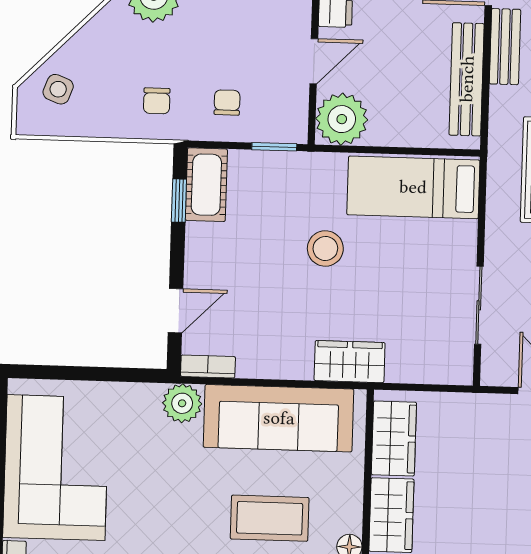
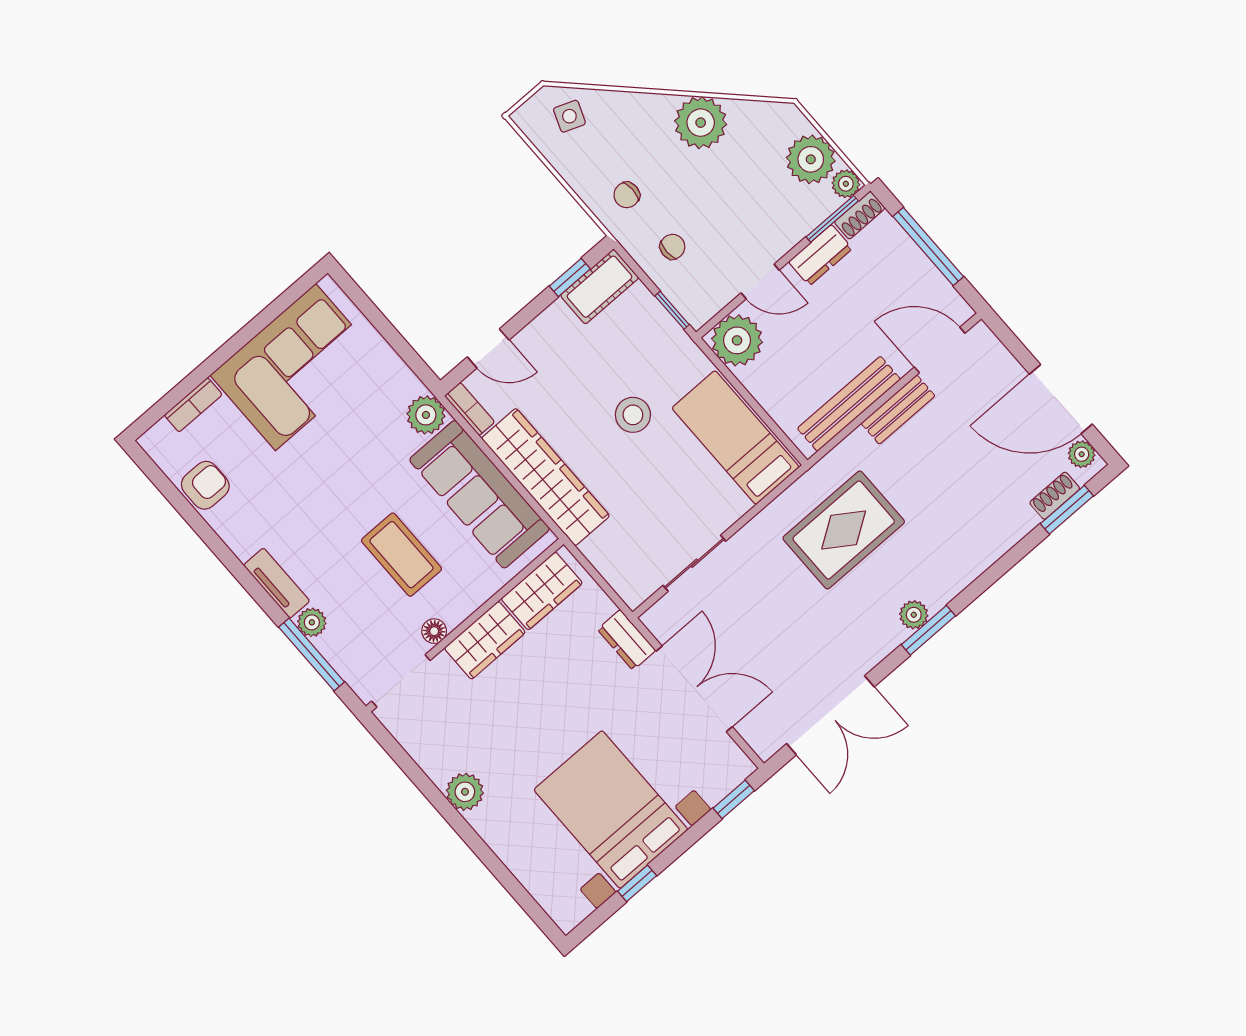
wardrobe: (350, 362) -> (546, 477), width x2.10, depth x1.17
dresser: (489, 409) -> (627, 640), added

